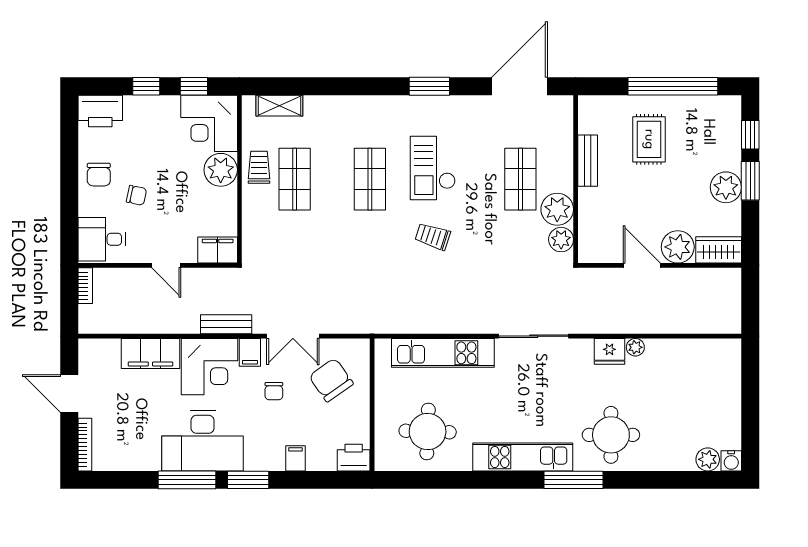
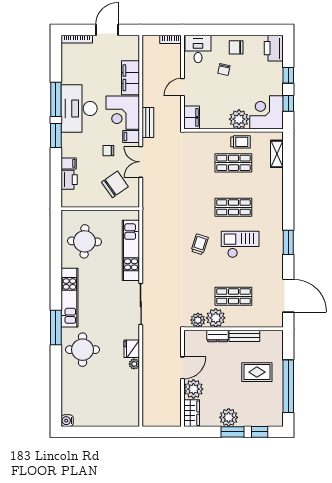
dresser: (588, 206) -> (218, 336), added
printer: (354, 458) -> (69, 180), moved
plant: (708, 459) -> (68, 407), removed

